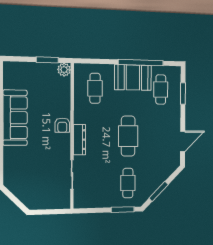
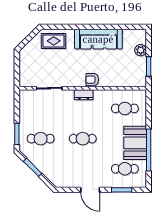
plant: (64, 70) -> (141, 50), moved
cafe table: (128, 136) -> (83, 139), width x0.73, depth x0.74
dresser: (79, 140) -> (84, 95), width x0.70
door: (183, 141) -> (90, 190), moved
rug: (17, 170) -> (54, 41), added

